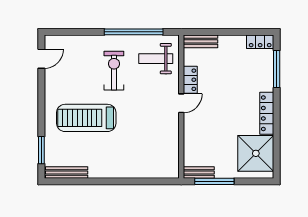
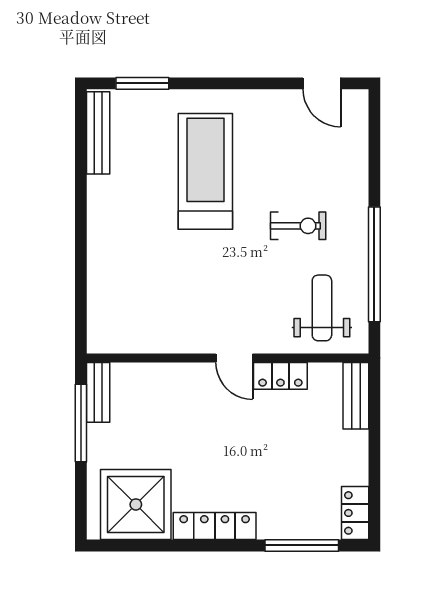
exercise bike: (114, 71) -> (298, 226), width x0.73, depth x0.72

